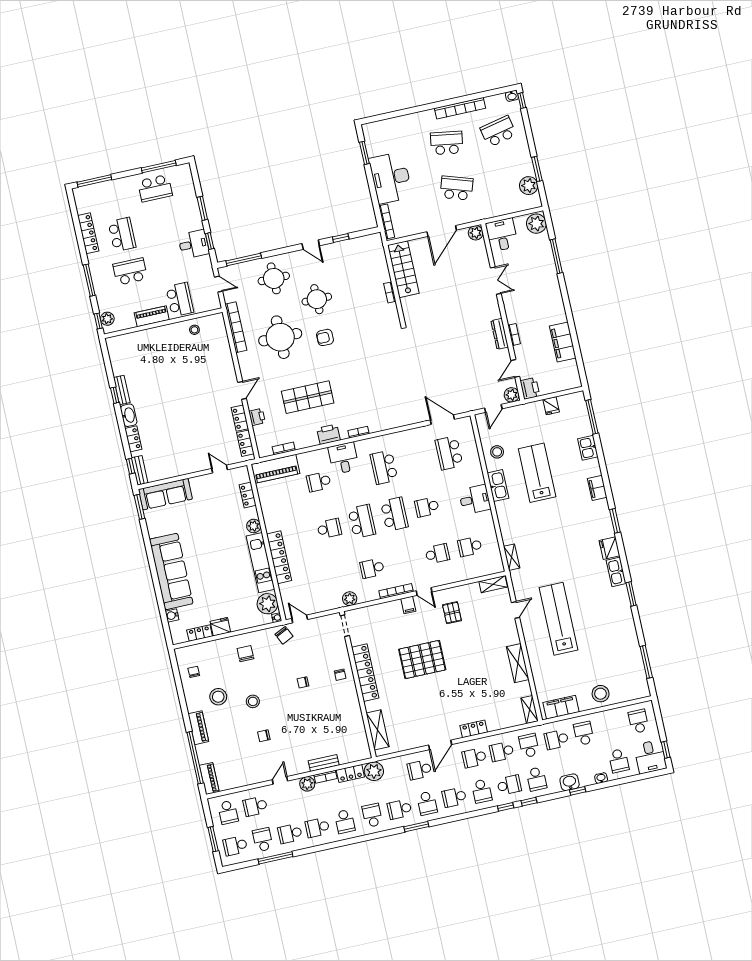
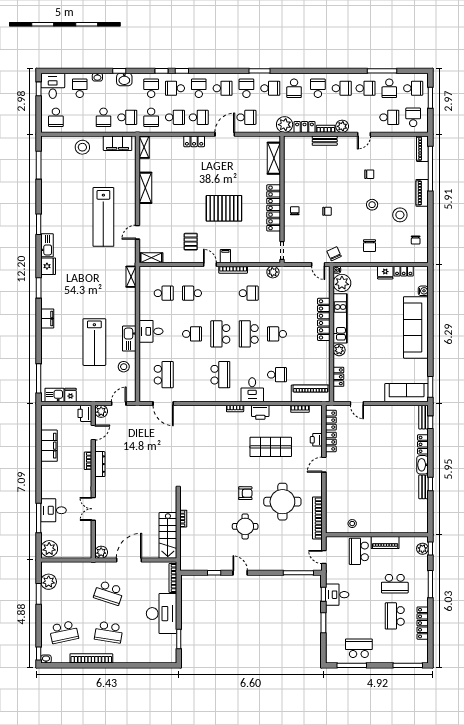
desk: (502, 235) -> (54, 510), moved, turned 90
round table: (274, 278) -> (277, 552), removed
kitchen sink: (588, 448) -> (54, 395), moved, turned -90

